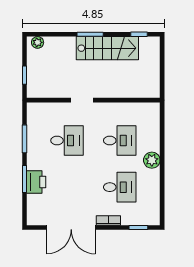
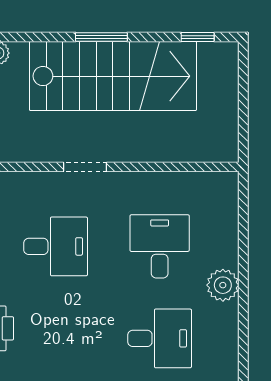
stairs: (107, 48) -> (113, 76), width x1.36, depth x1.51
desk: (120, 141) -> (160, 246), turned -90

